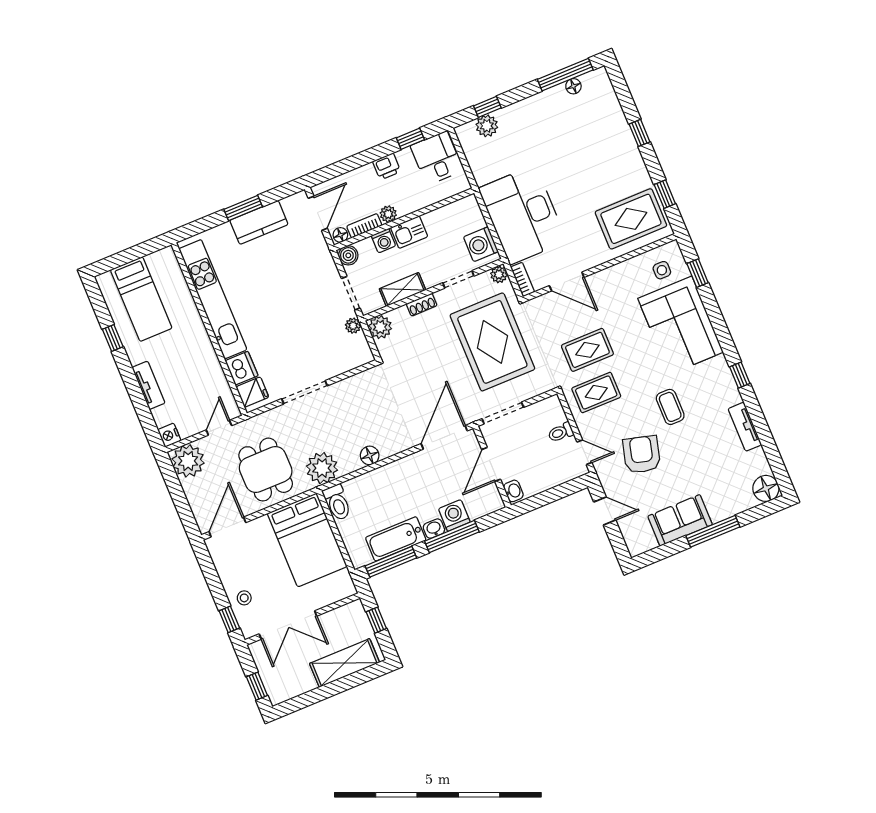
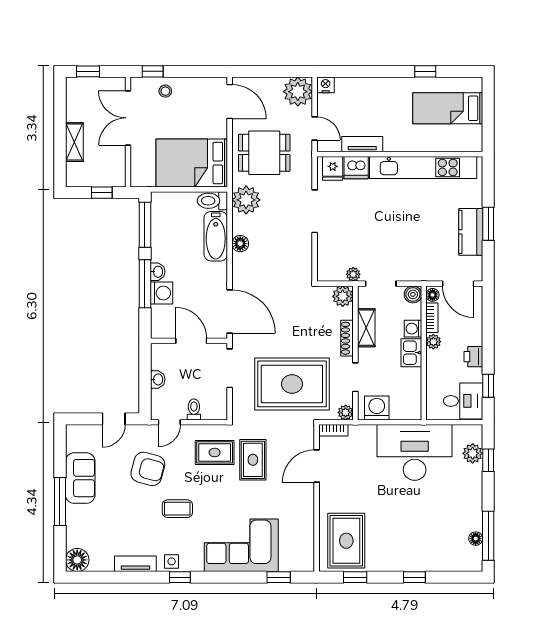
desk: (523, 215) -> (415, 452), moved
side table: (662, 270) -> (172, 561), moved
shoe rack: (422, 305) -> (347, 338), width x1.43
tv unit: (148, 385) -> (362, 144), moved, turned 180
rug: (596, 393) -> (215, 452), turned 90
washbasin: (513, 491) -> (158, 379), moved, turned -90
bathtub: (396, 539) -> (216, 236), moved, turned 180
shelving: (345, 663) -> (74, 142), width x0.67, depth x0.75

